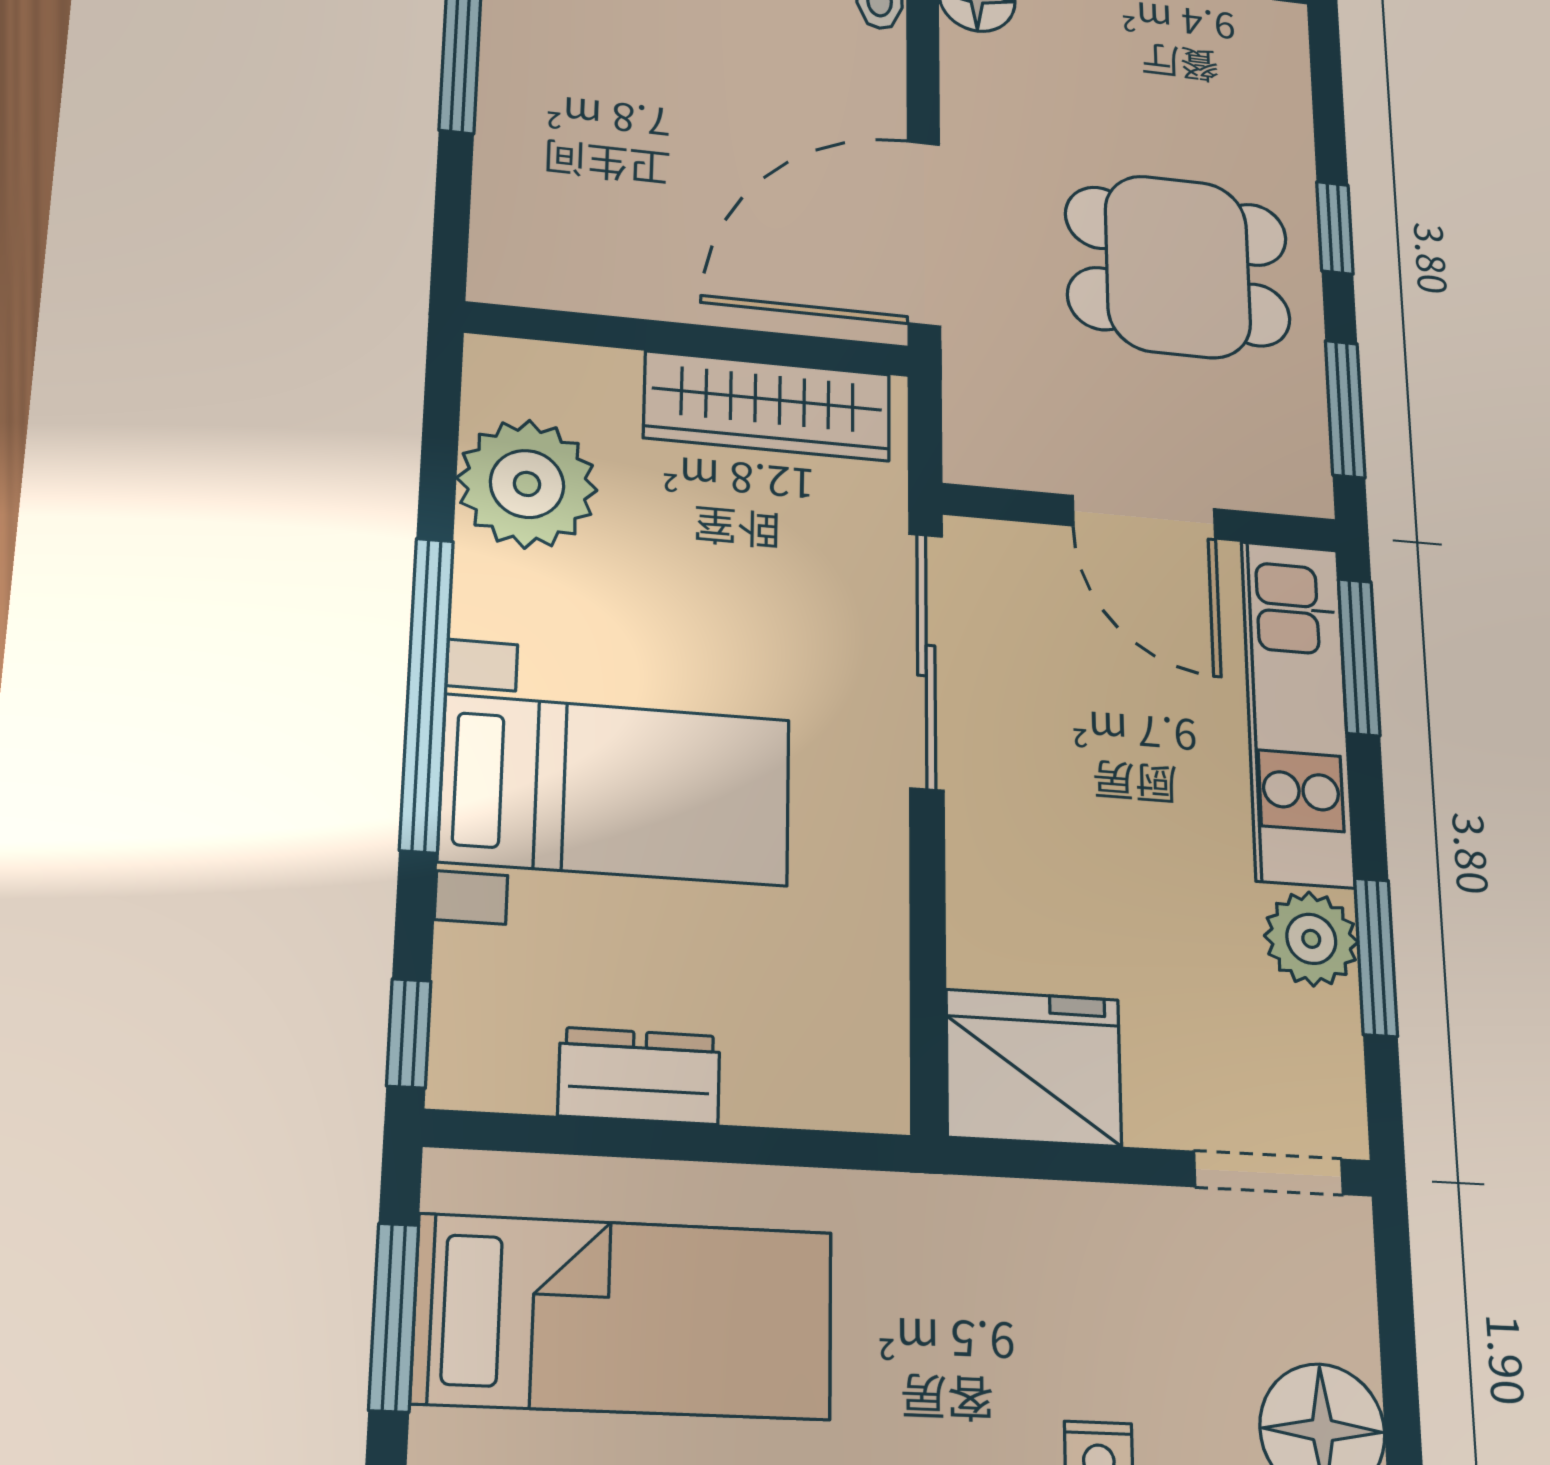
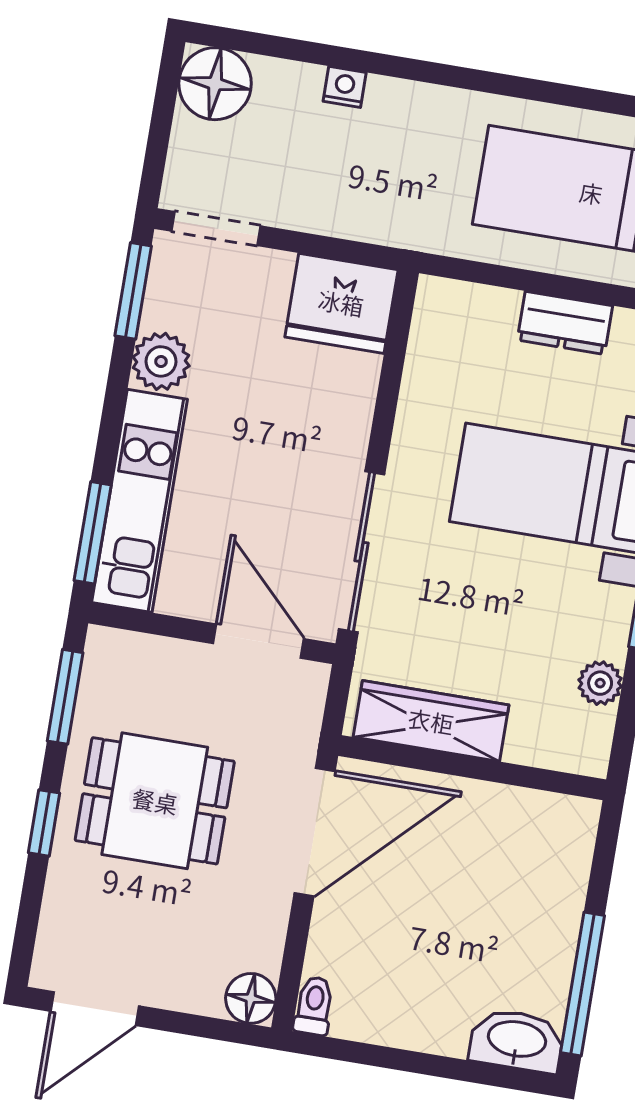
plant: (527, 484) -> (600, 683), width x0.53, depth x0.53
door: (1144, 517) -> (258, 641), moved
window: (1376, 957) -> (133, 291), moved

